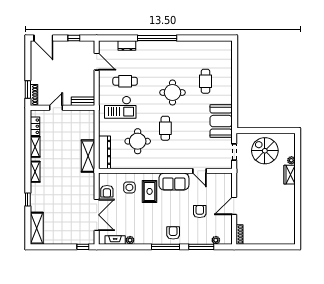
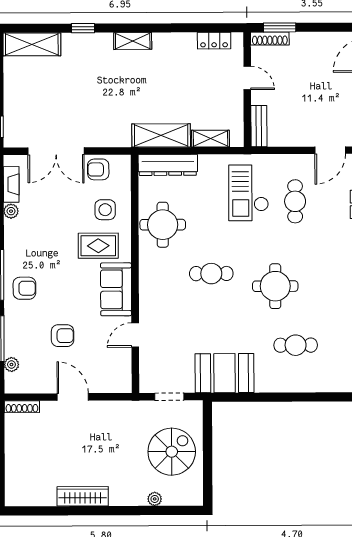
round table: (138, 141) -> (163, 225), moved
shelving: (35, 147) -> (210, 139), moved
wardrobe: (290, 175) -> (83, 496), moved, width x1.50

